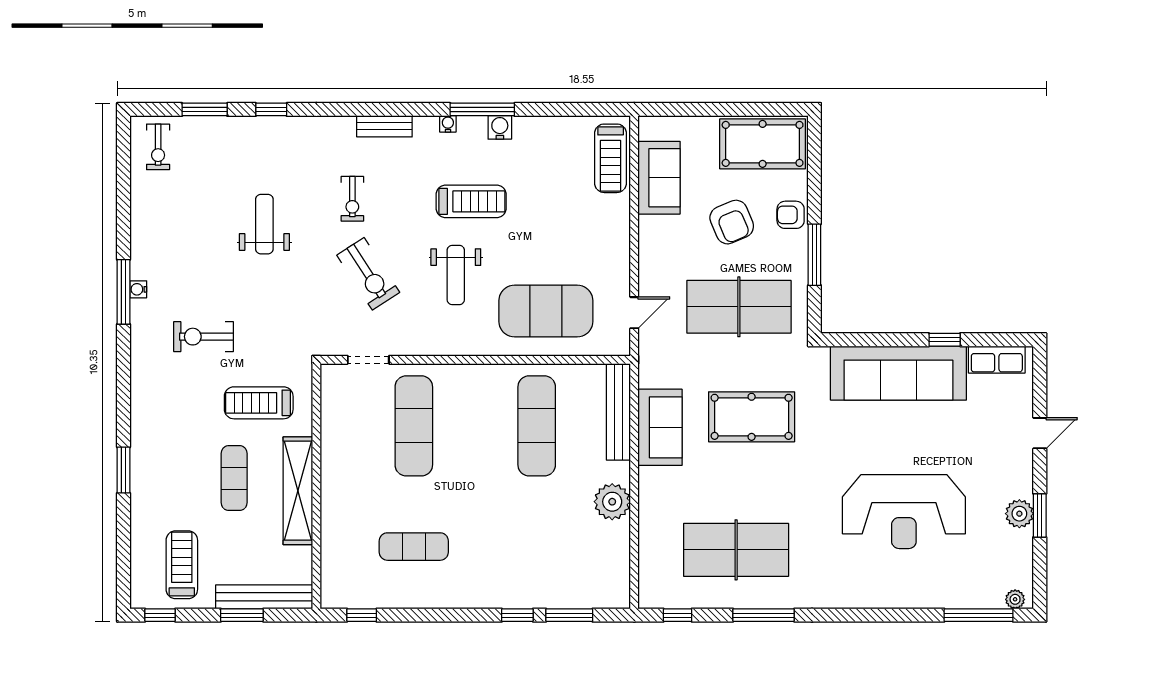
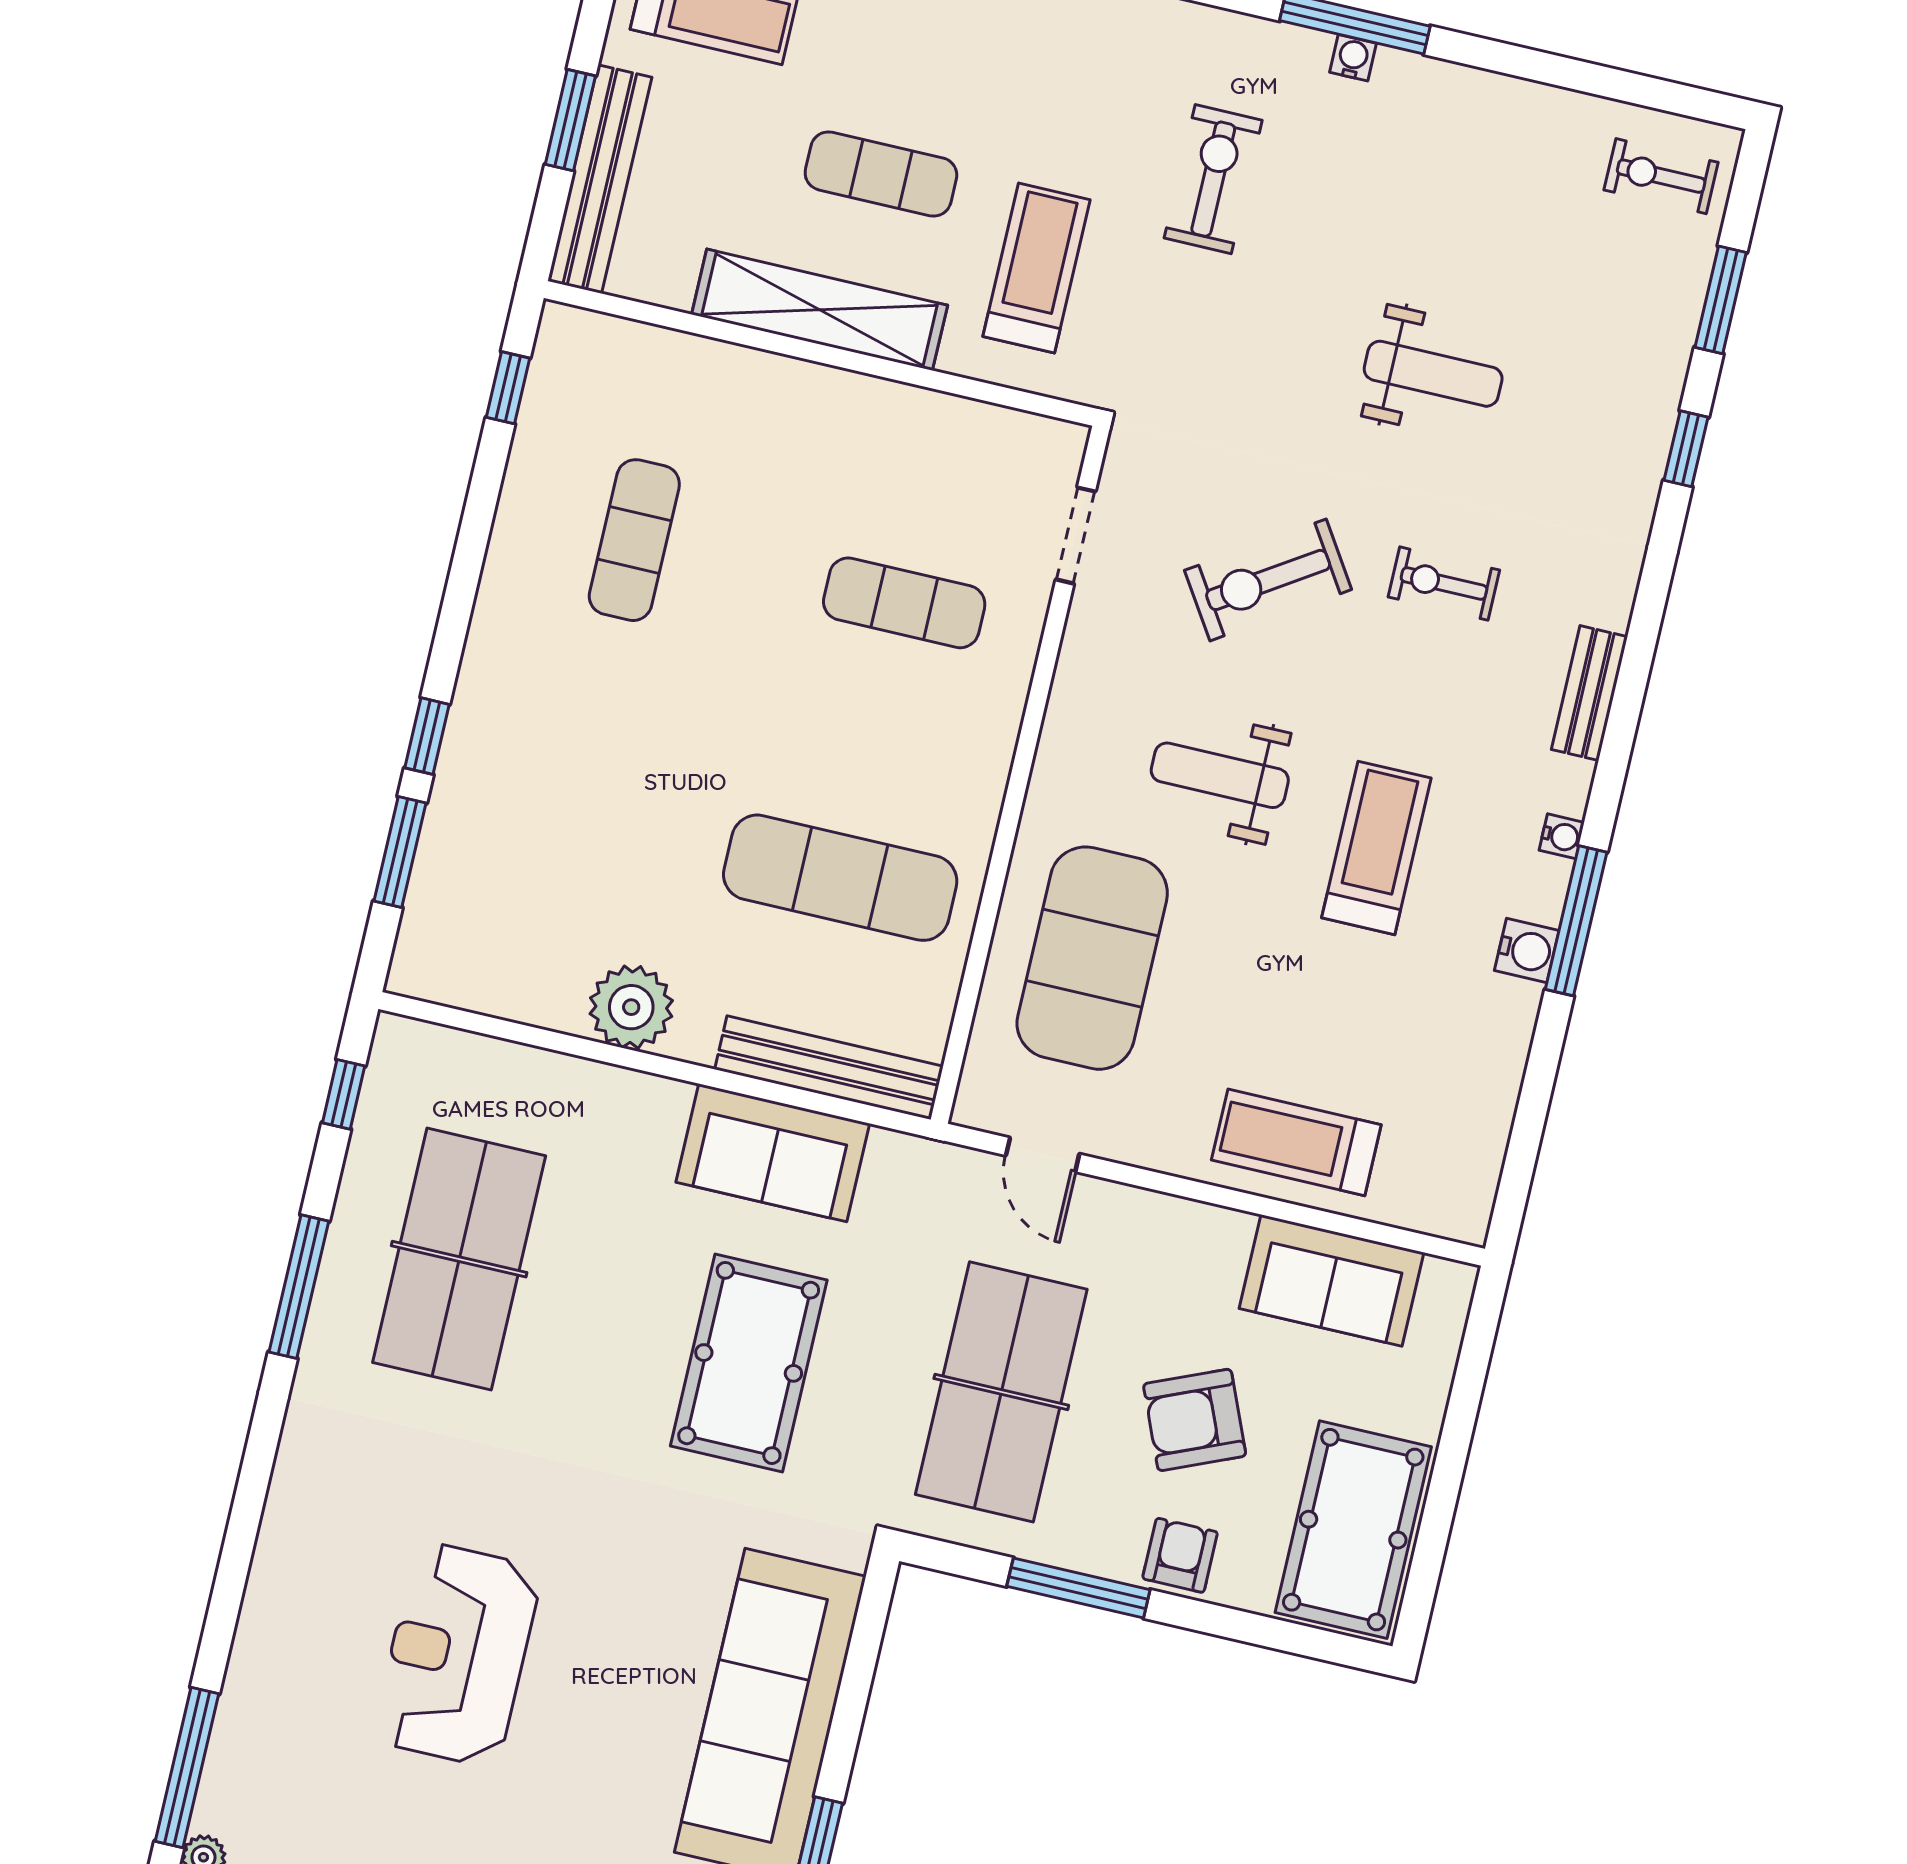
treadmill: (611, 158) -> (1296, 1142), moved
treadmill: (471, 201) -> (1376, 848), turned 180
exercise mat: (414, 426) -> (904, 603), width x0.73, depth x0.69
reception desk: (904, 512) -> (457, 1654), width x0.74, depth x0.77

